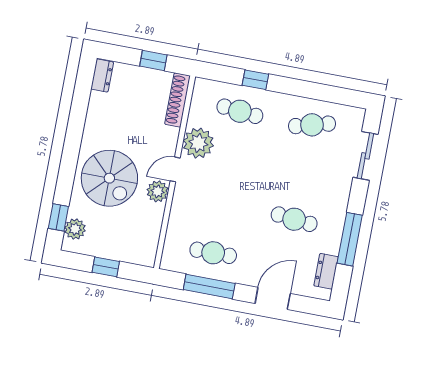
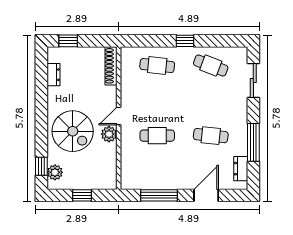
window: (153, 60) -> (68, 41), moved
dresser: (102, 75) -> (54, 75), moved
window: (255, 80) -> (185, 41), moved
cafe table: (312, 125) -> (211, 66), turned 36
plant: (198, 143) -> (132, 94), removed
cafe table: (213, 253) -> (157, 136), moved

